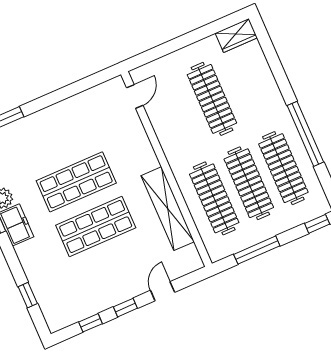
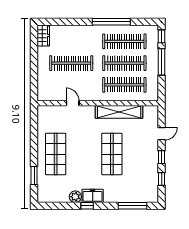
door: (135, 97) -> (73, 103), moved
shop shelf: (76, 182) -> (56, 154), moved
window: (257, 250) -> (162, 62), moved
door: (163, 291) -> (162, 134), swing flipped
window: (28, 295) -> (132, 206), width x2.17

